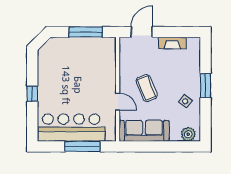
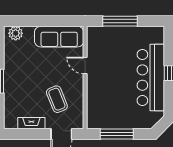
coffee table: (147, 88) -> (57, 99), moved
side table: (185, 101) -> (19, 66), removed
bar counter: (71, 128) -> (151, 78), moved, turned 90

